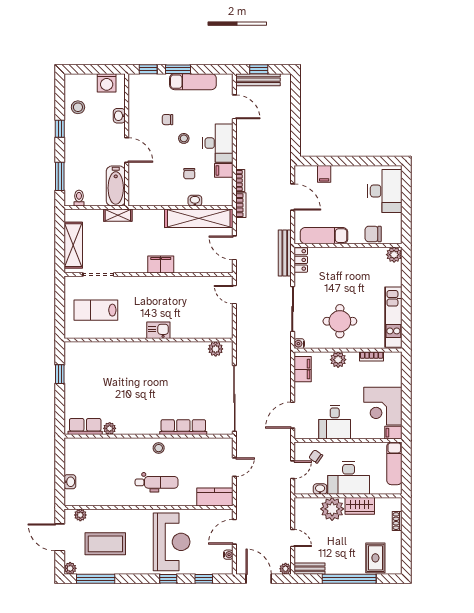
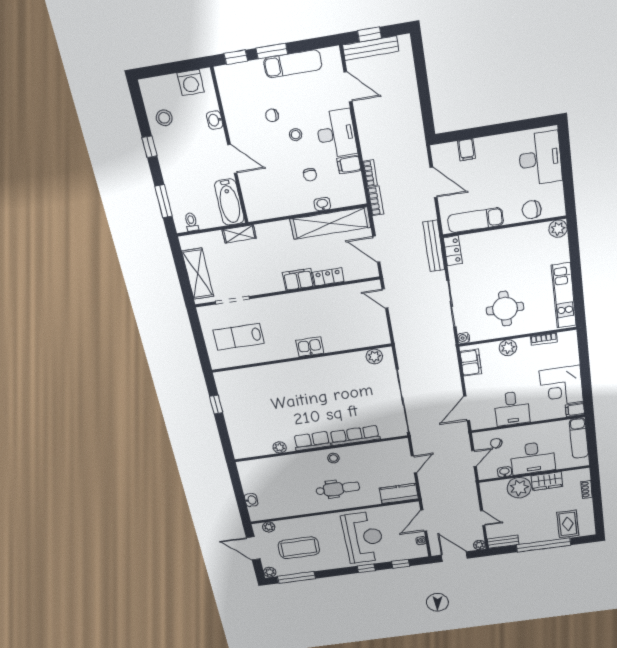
locker: (188, 266) -> (328, 277), added
row of seats: (85, 427) -> (312, 441), moved

